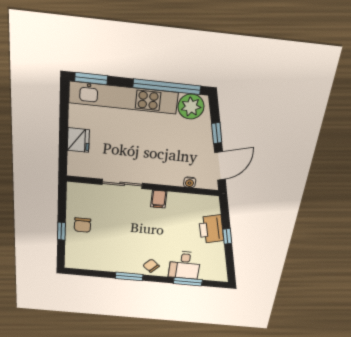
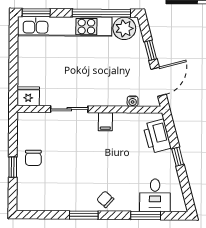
fridge: (78, 140) -> (28, 96), moved, turned -90
printer: (211, 229) -> (157, 136), moved
desk: (185, 265) -> (155, 195), moved

